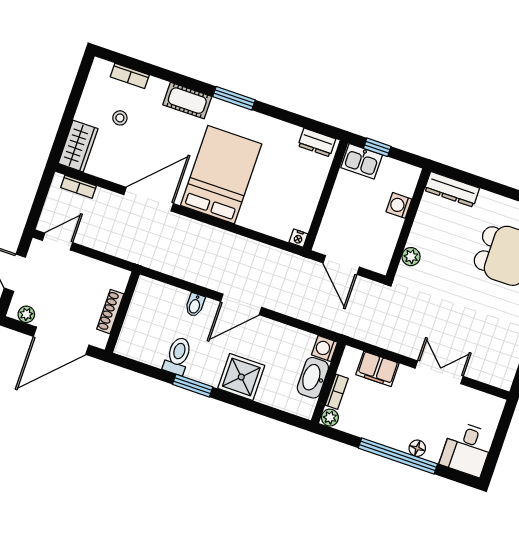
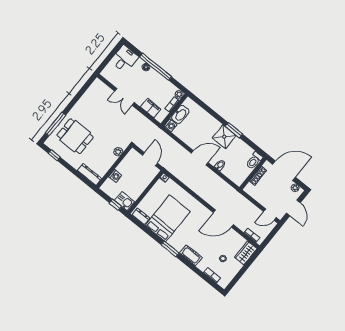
bed: (221, 175) -> (168, 218), moved, turned 180
toilet: (178, 356) -> (254, 161), moved
shower: (241, 377) -> (224, 137), moved

